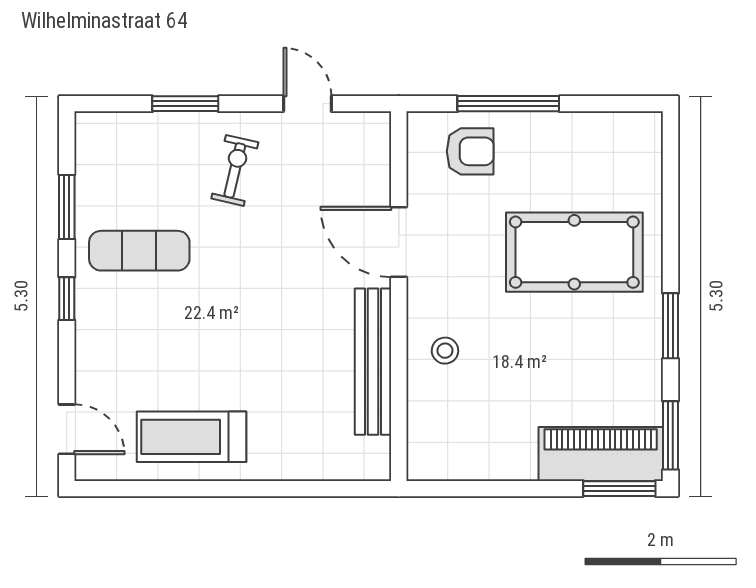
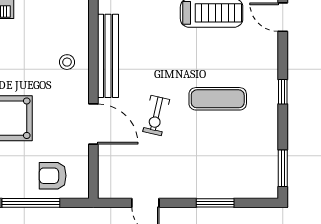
exercise bike: (235, 170) -> (156, 116), moved
window: (67, 207) -> (283, 168), moved
exercise mat: (139, 251) -> (218, 99), moved

